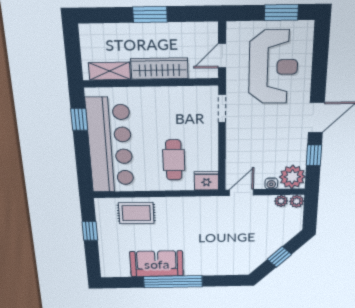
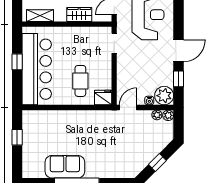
wardrobe: (159, 69) -> (79, 15), width x0.67
window: (79, 119) -> (17, 62), moved
rug: (136, 213) -> (52, 123), removed

